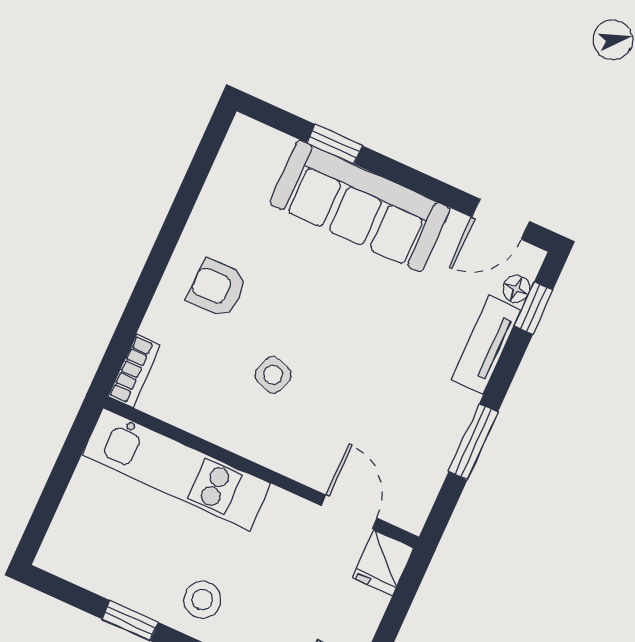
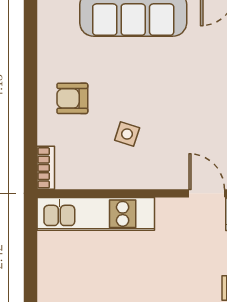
stool: (202, 600) -> (145, 283), removed

